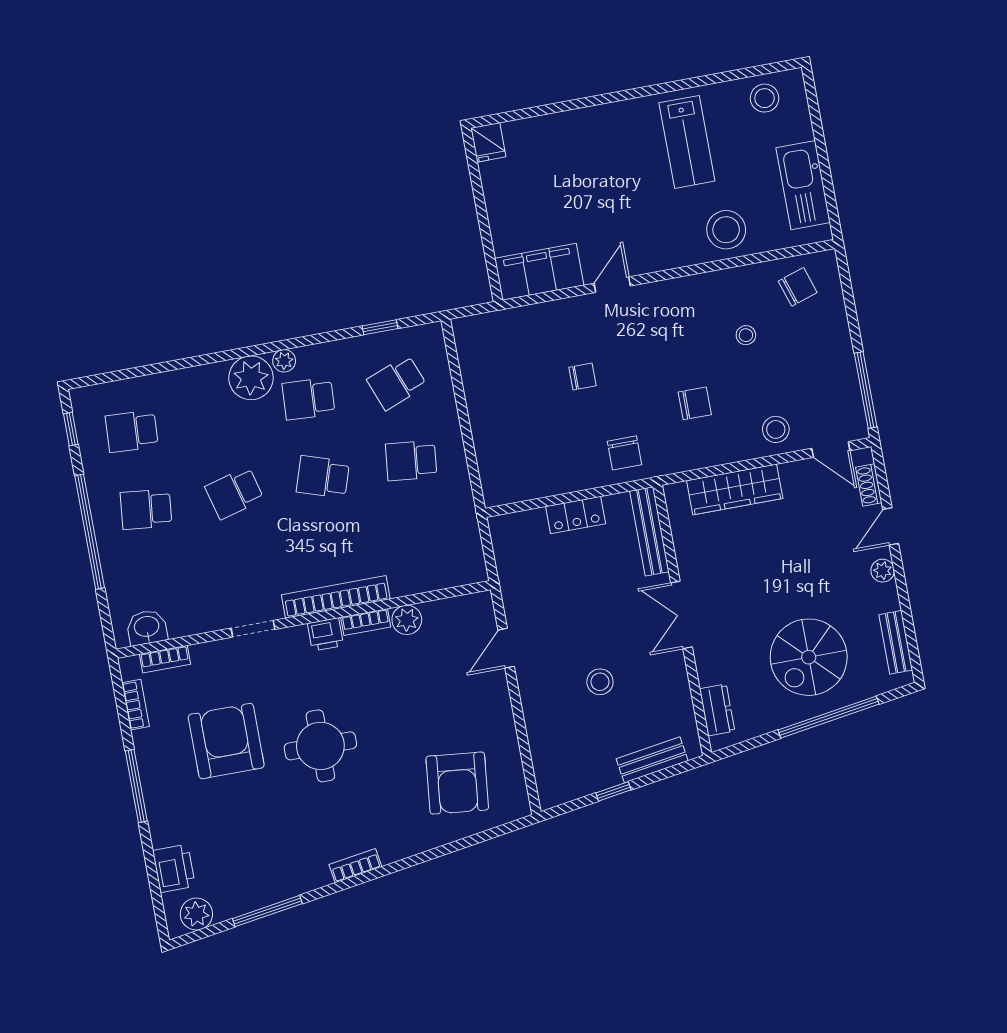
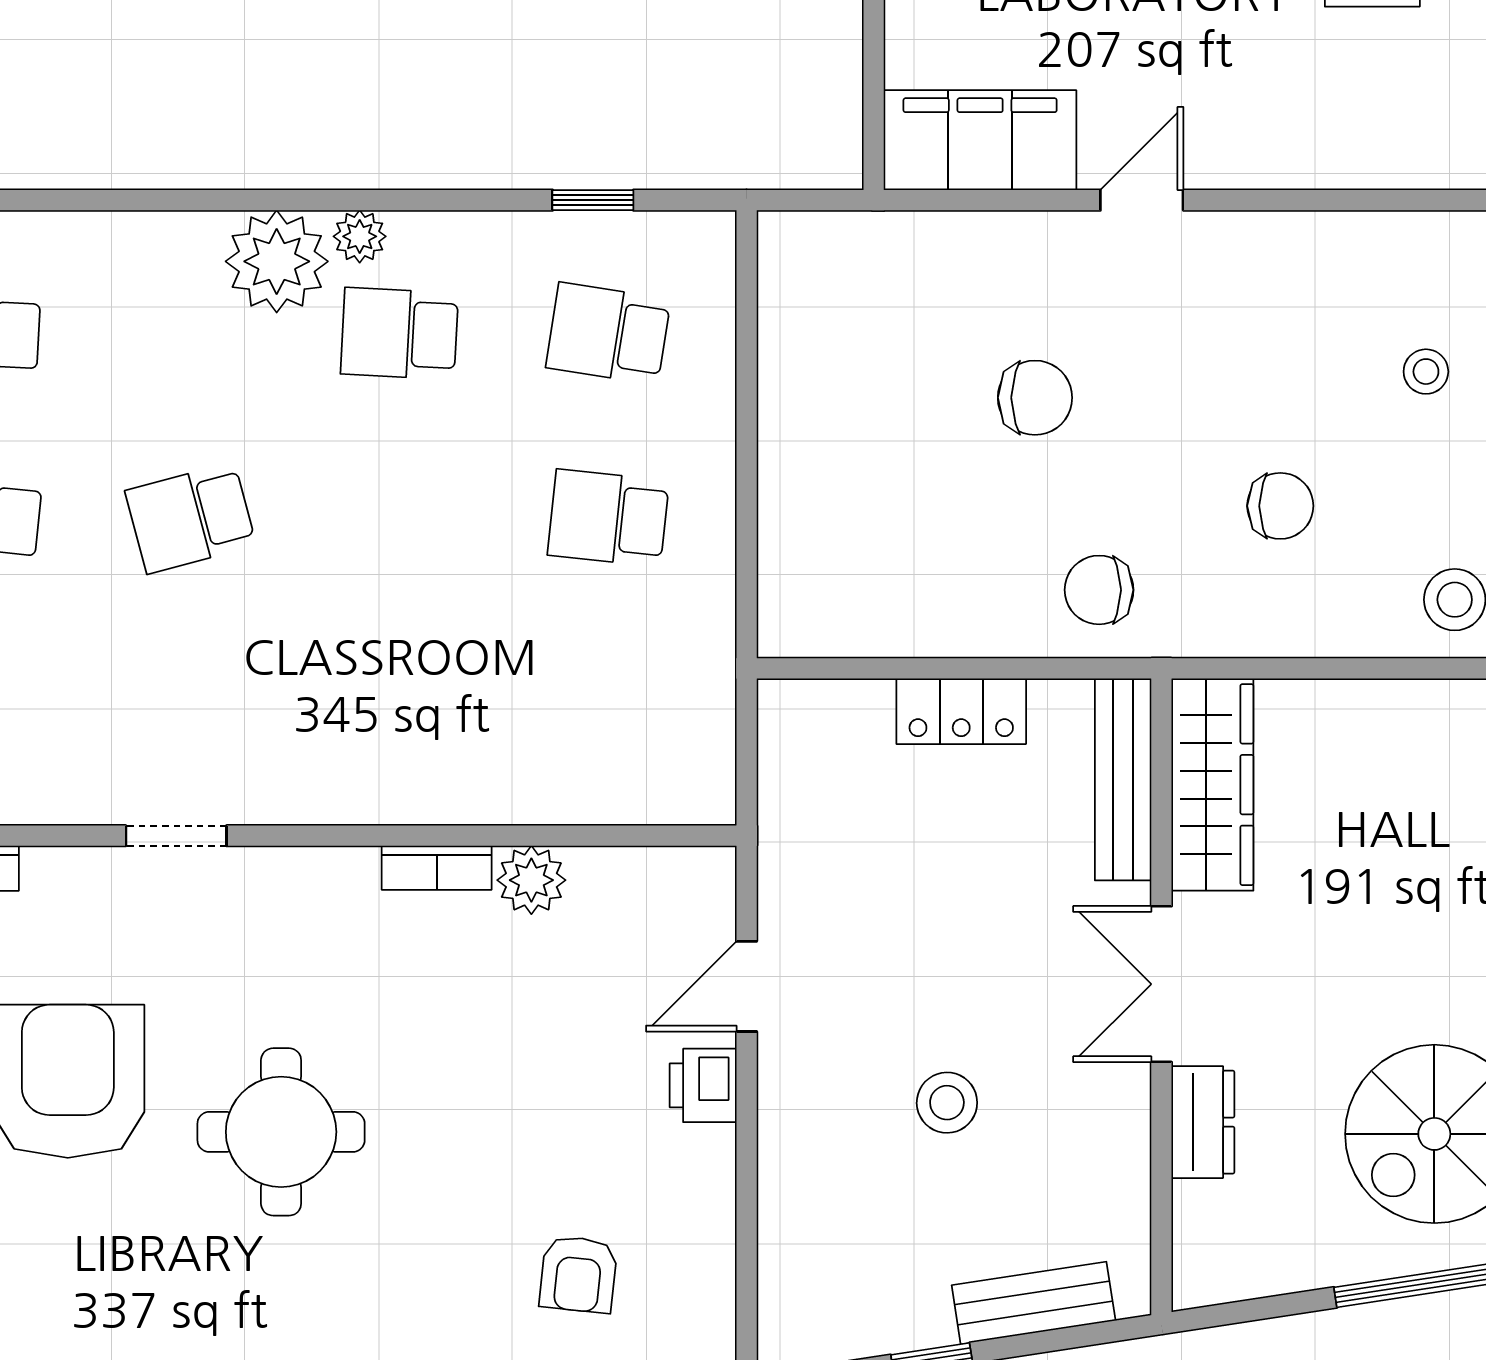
stool: (726, 230) -> (1425, 122), removed
chair: (582, 377) -> (1035, 398), width x1.37, depth x1.37
school desk: (397, 383) -> (608, 333), turned 30
chair: (625, 453) -> (1099, 590), turned 90
school desk: (323, 477) -> (399, 518), removed
wardrobe: (735, 489) -> (1212, 785), moved, turned -90
bookcase: (336, 597) -> (379, 798), removed
printer: (325, 634) -> (703, 1085), moved, turned 90
dresser: (717, 710) -> (1203, 1122), moved
armchair: (457, 783) -> (578, 1274), width x0.53, depth x0.53

